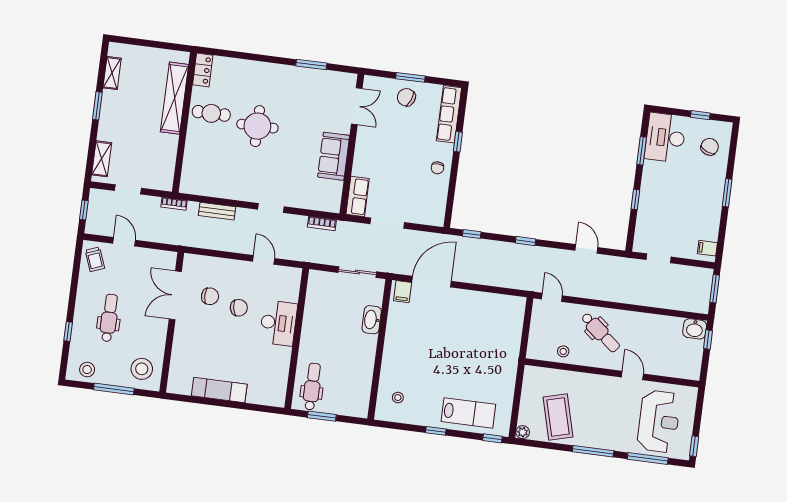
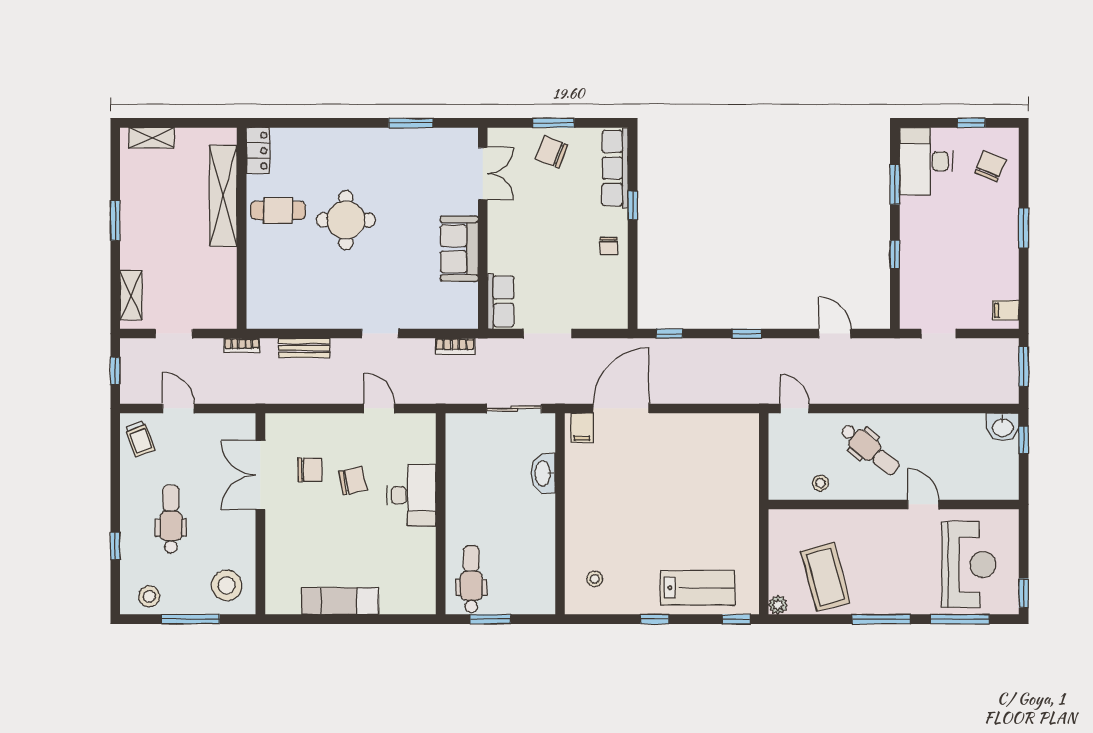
shelving: (112, 73) -> (152, 138), moved, turned 90

